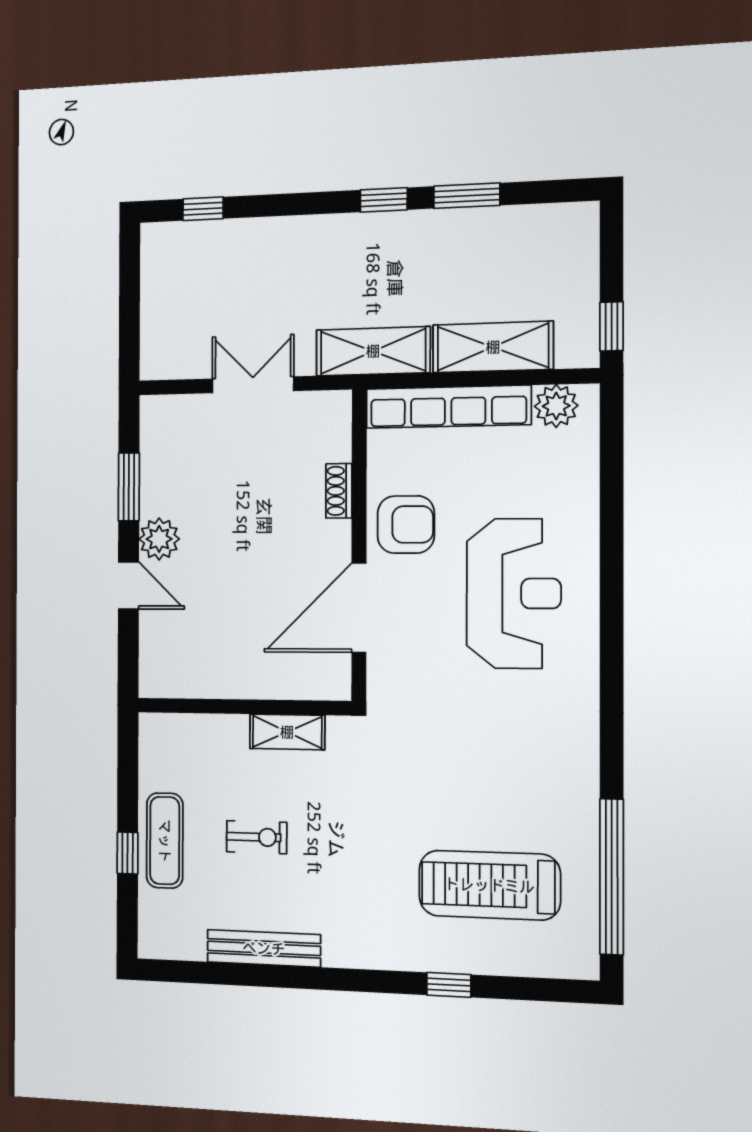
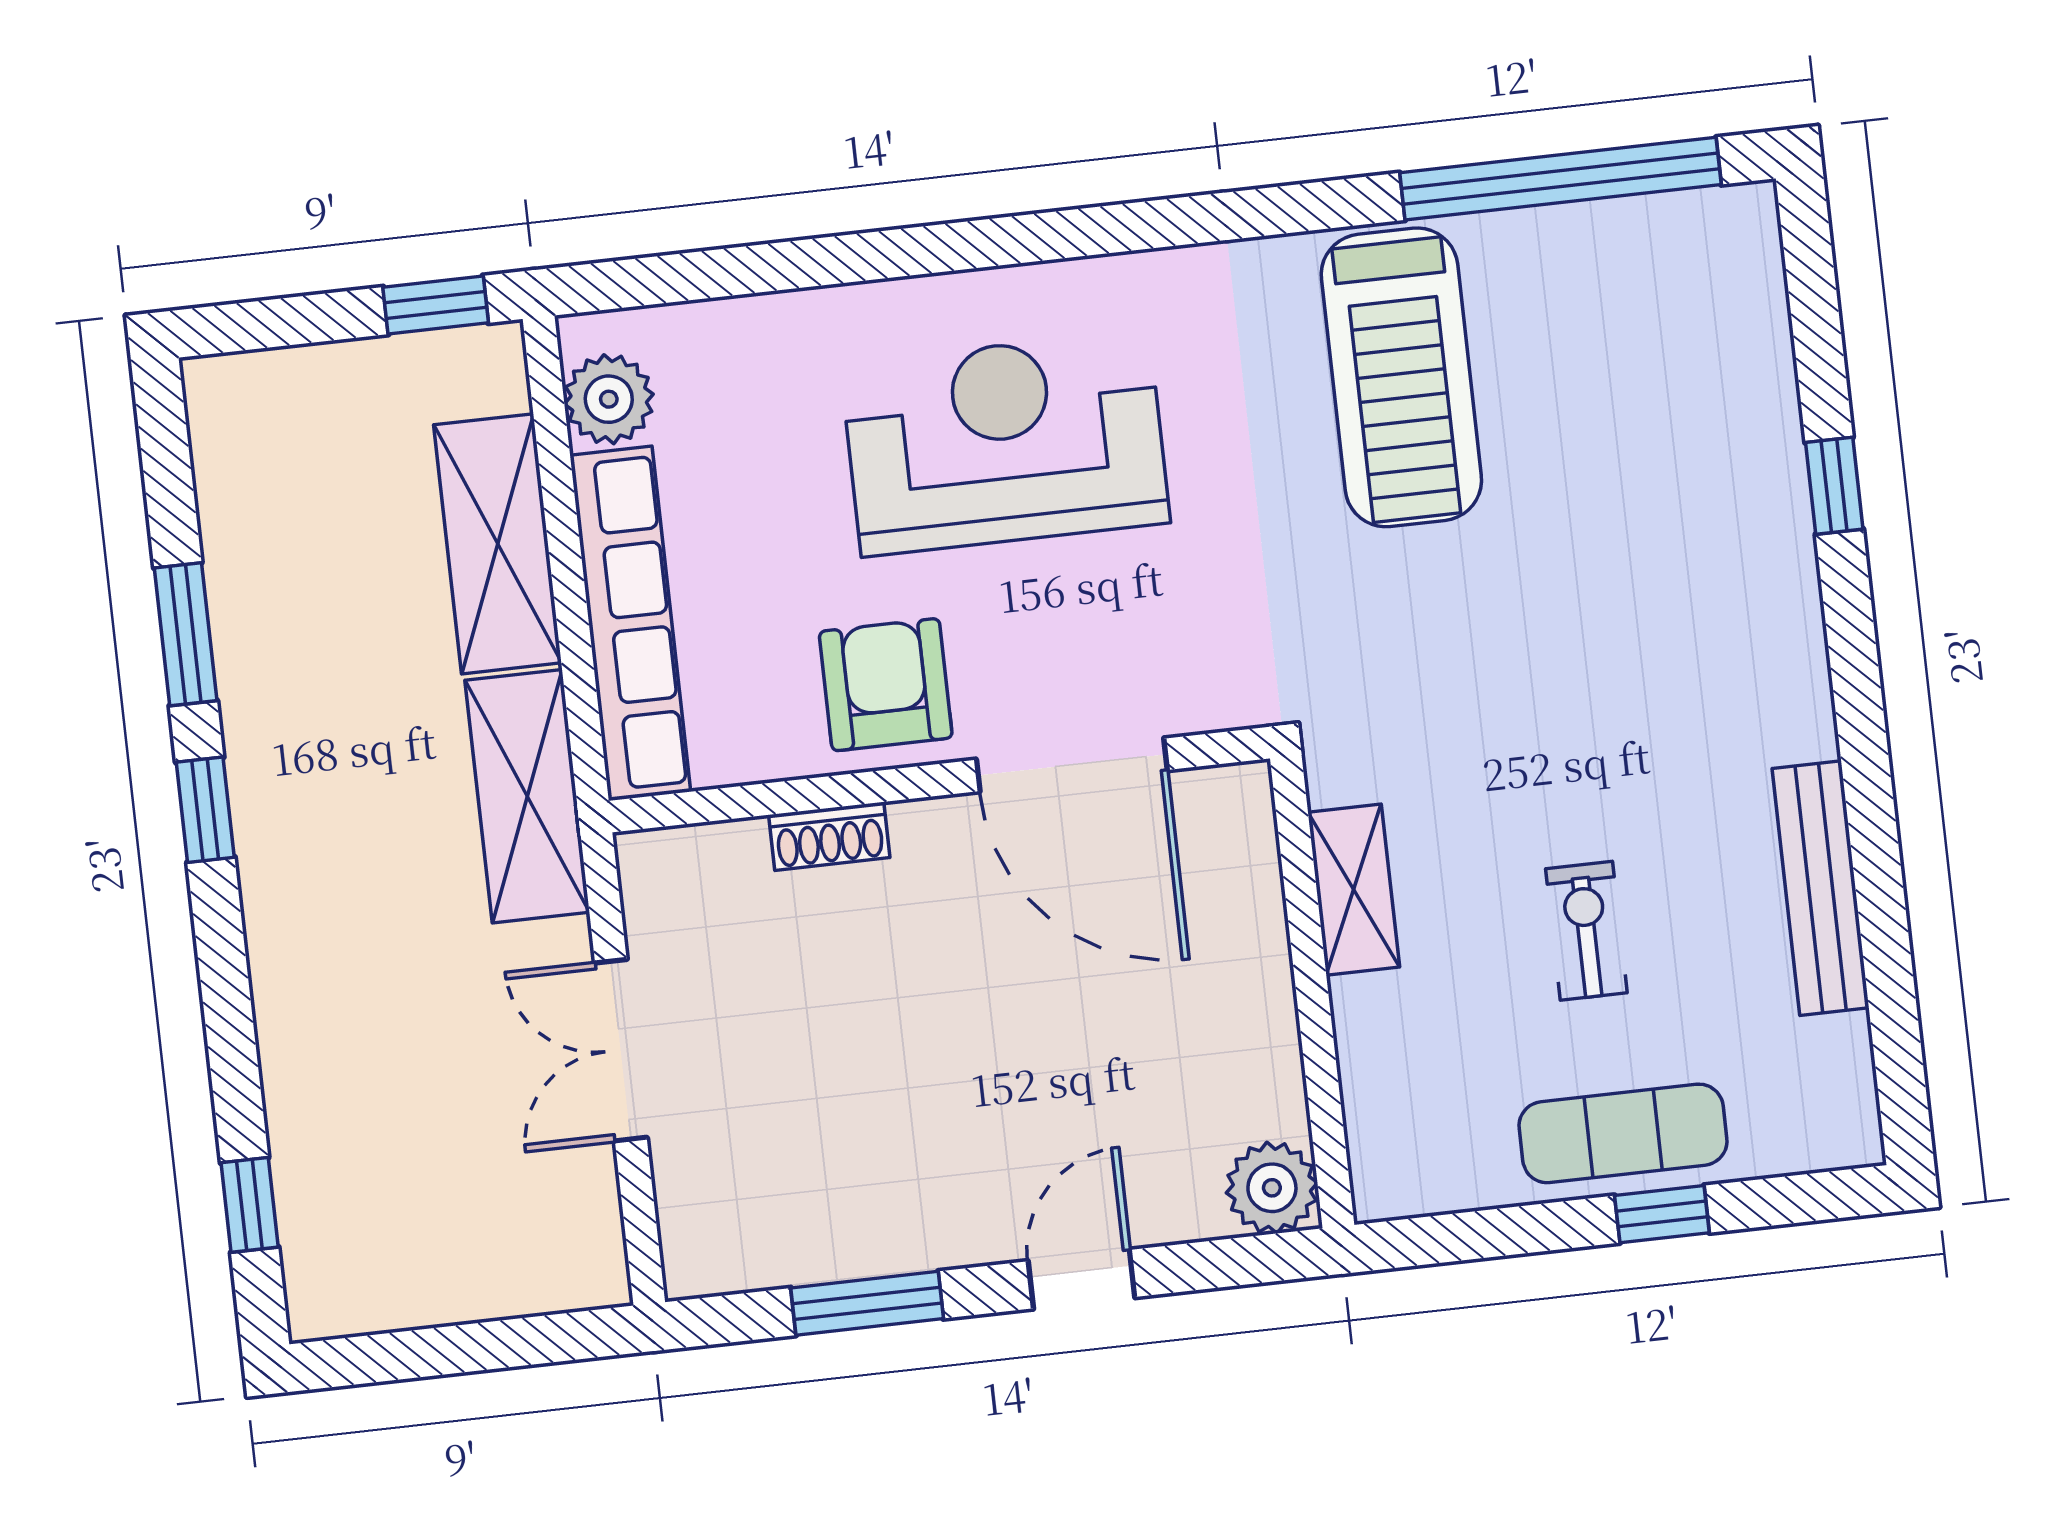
plant: (159, 539) -> (1272, 1188), moved
treadmill: (489, 885) -> (1401, 377), moved

